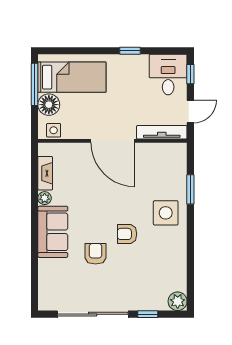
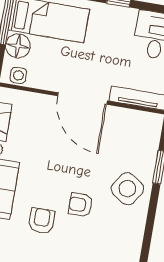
side table: (166, 213) -> (127, 189), turned 33

